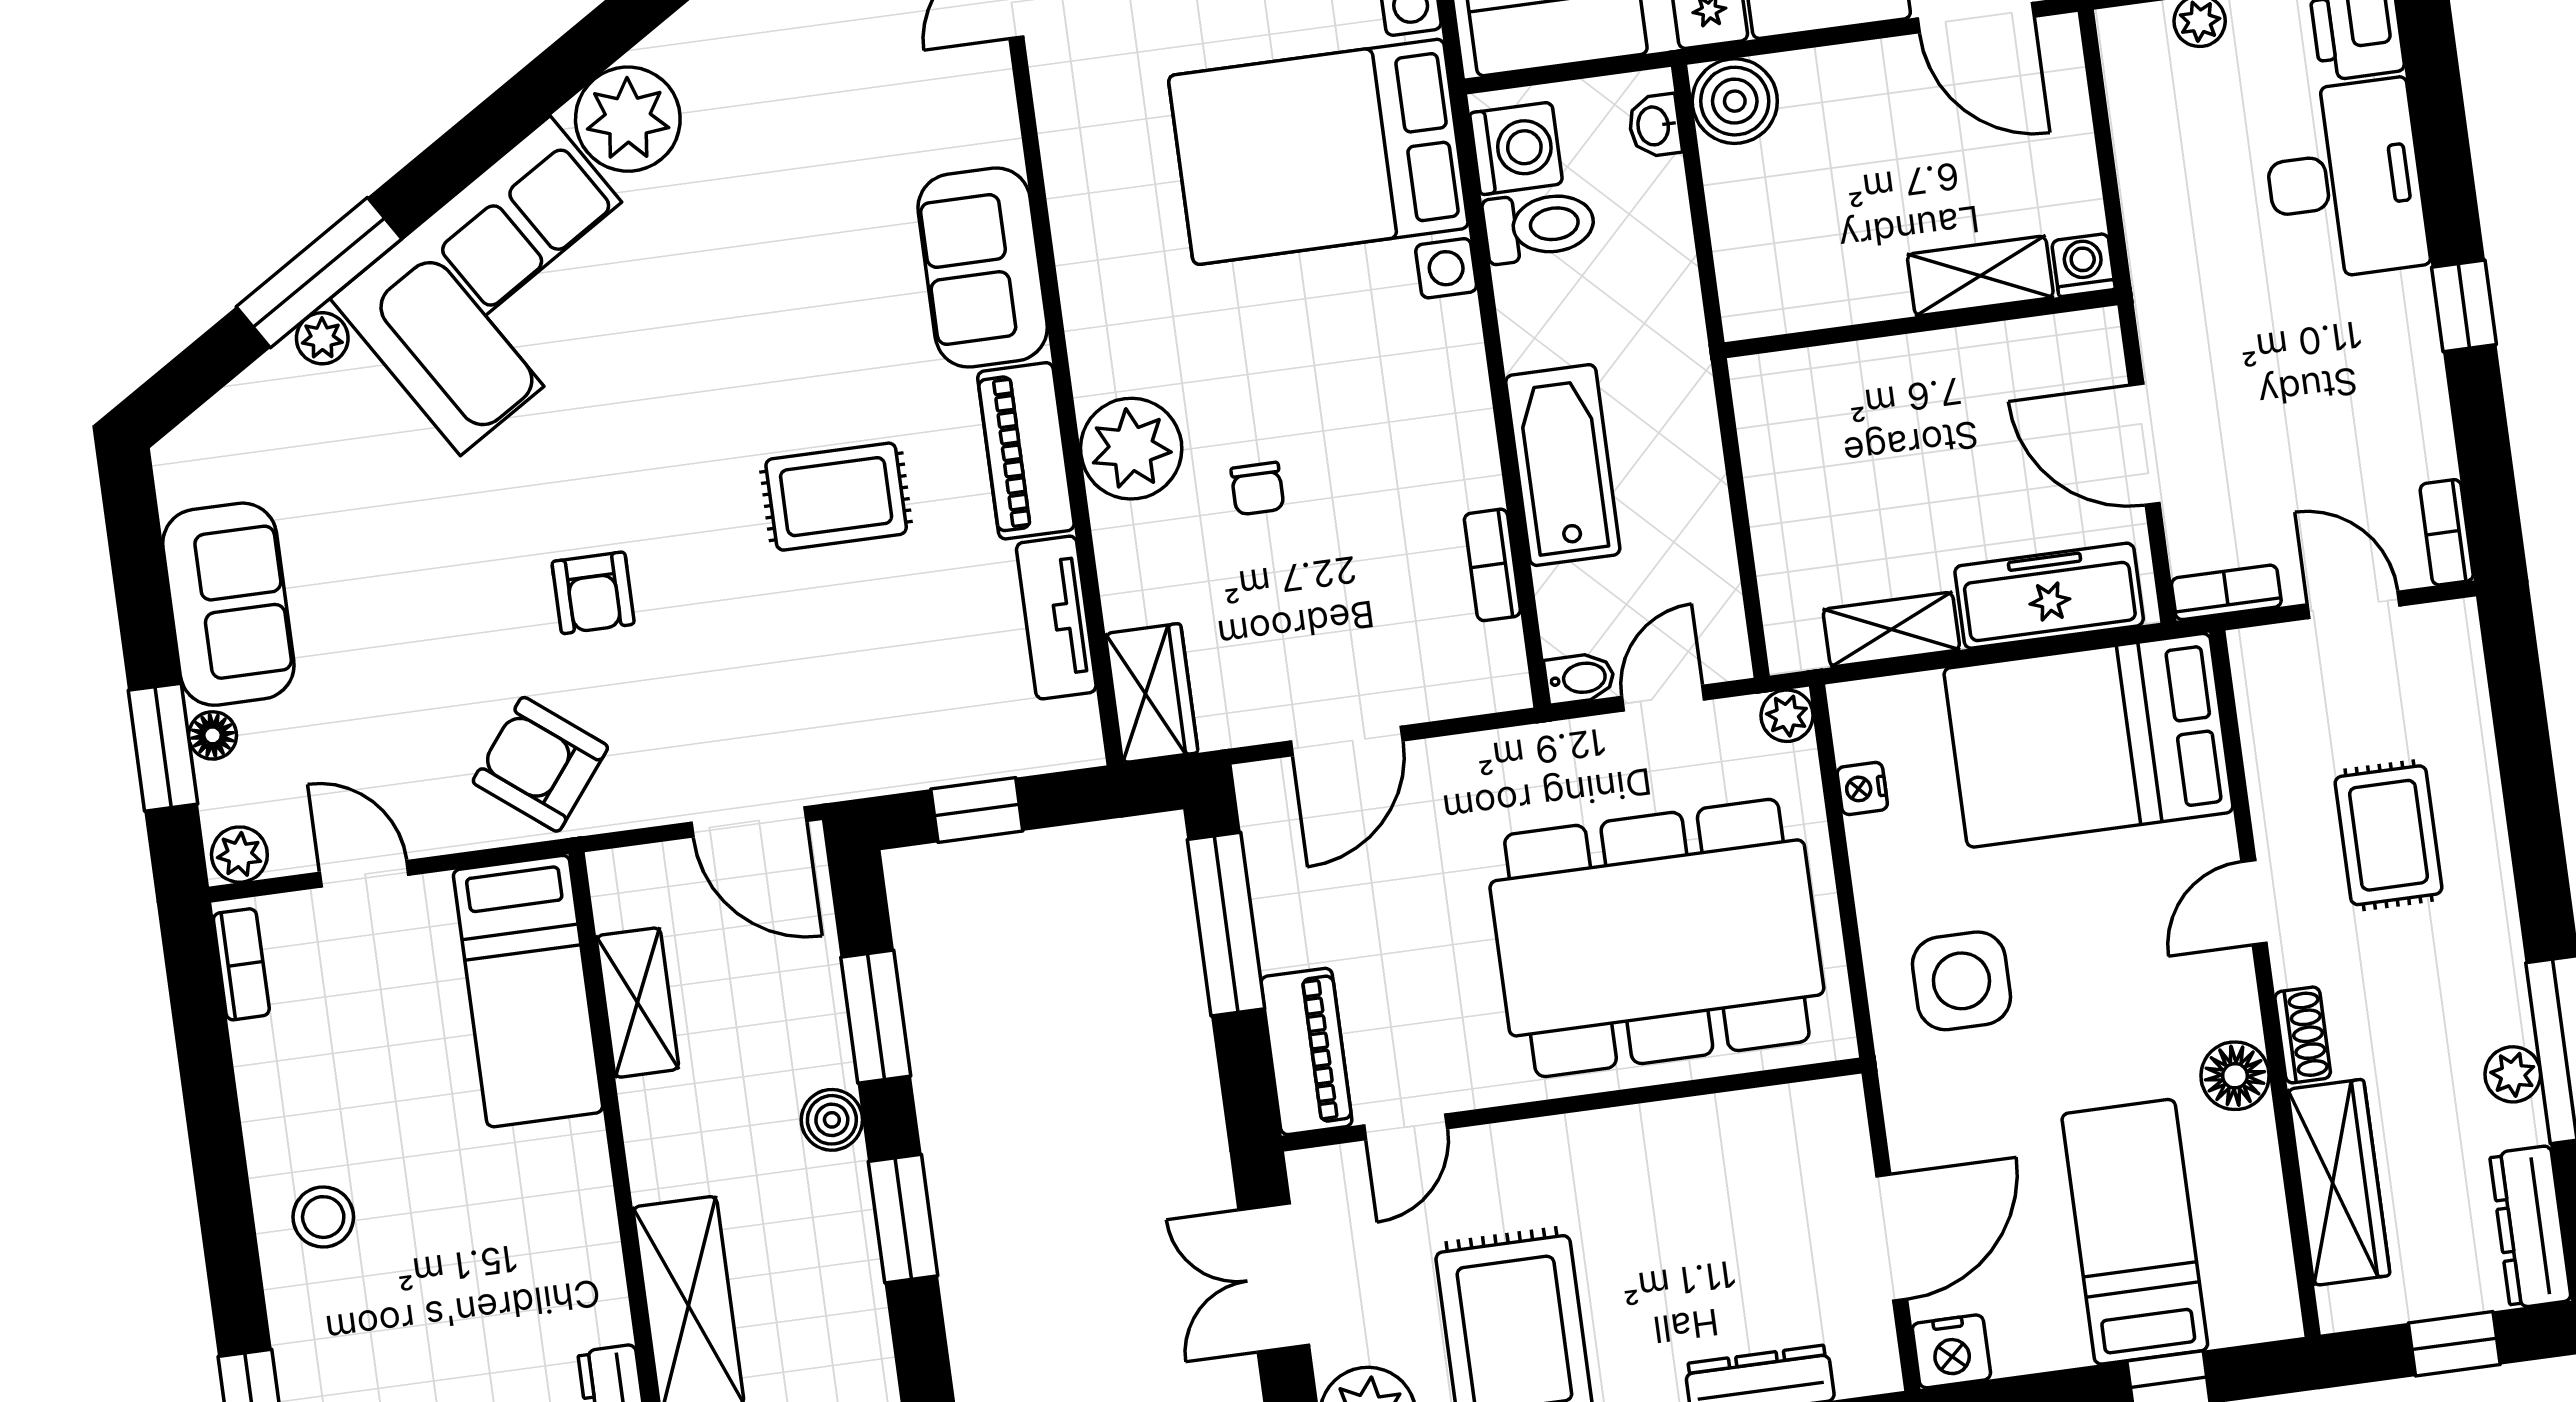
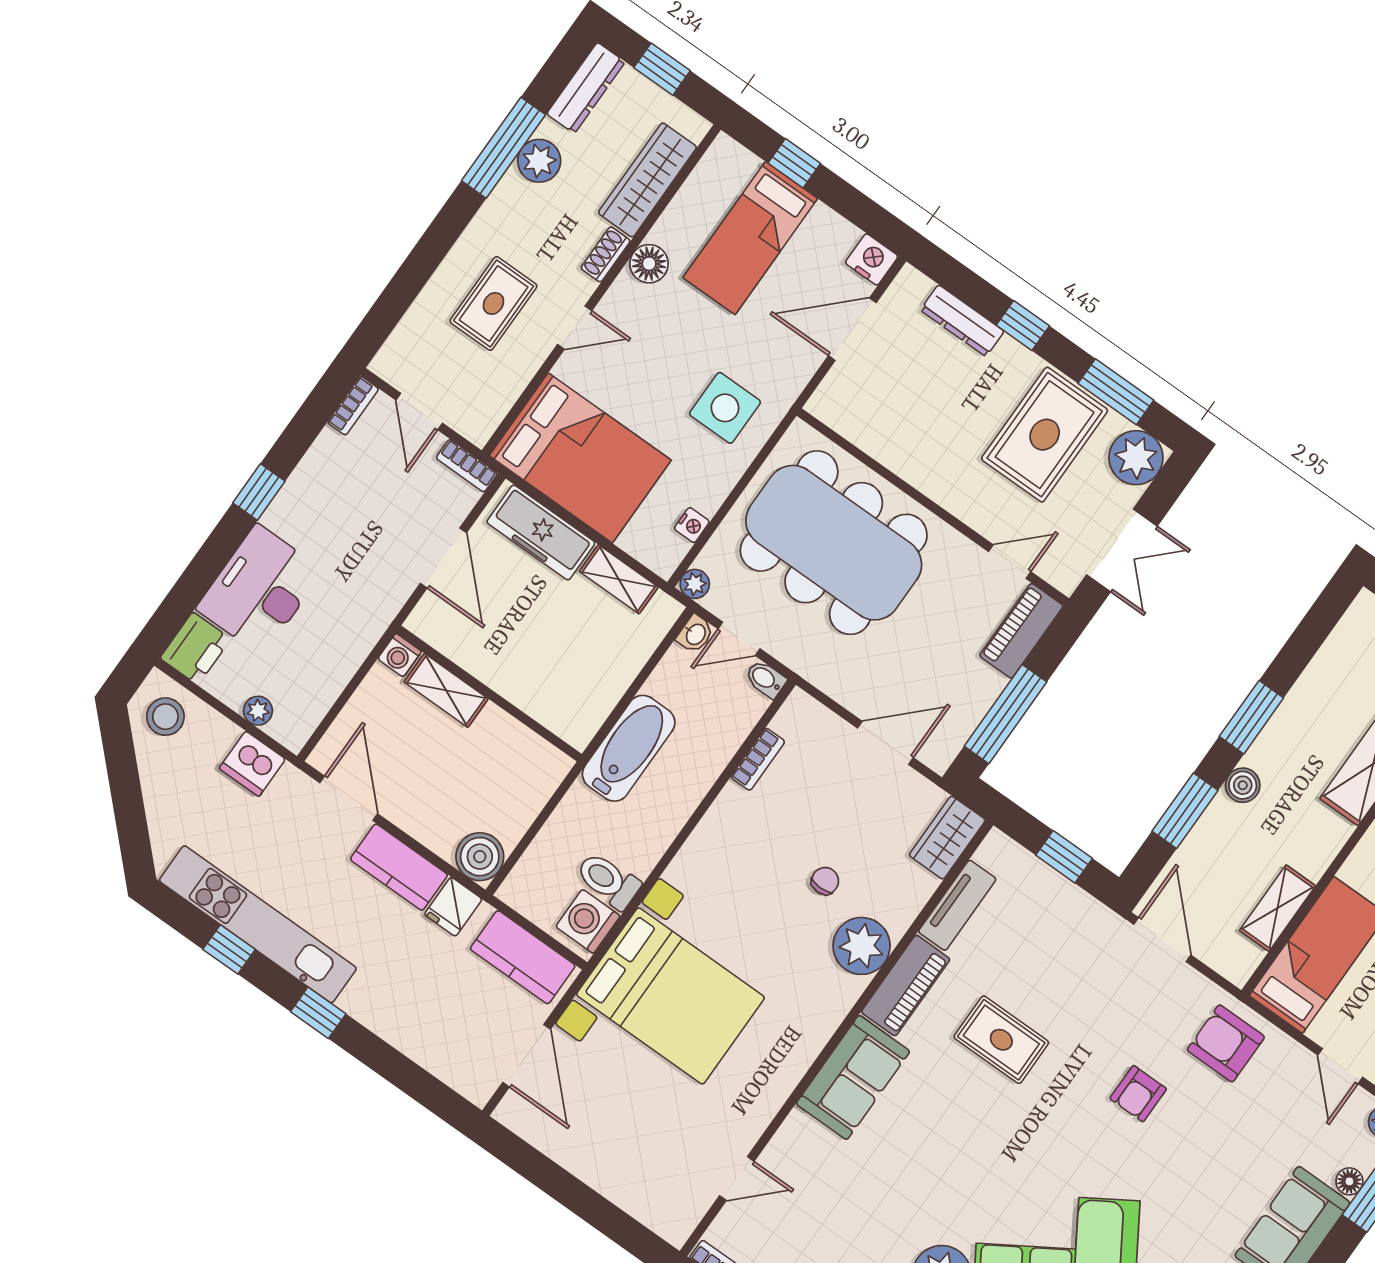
washbasin: (1655, 126) -> (695, 634), moved
bathtub: (1563, 465) -> (629, 748), moved, turned 180
armchair: (593, 593) -> (1138, 1094), turned 180
armchair: (540, 764) -> (1226, 1043), turned 142
plant: (2513, 1074) -> (539, 161), width x1.38, depth x1.38

